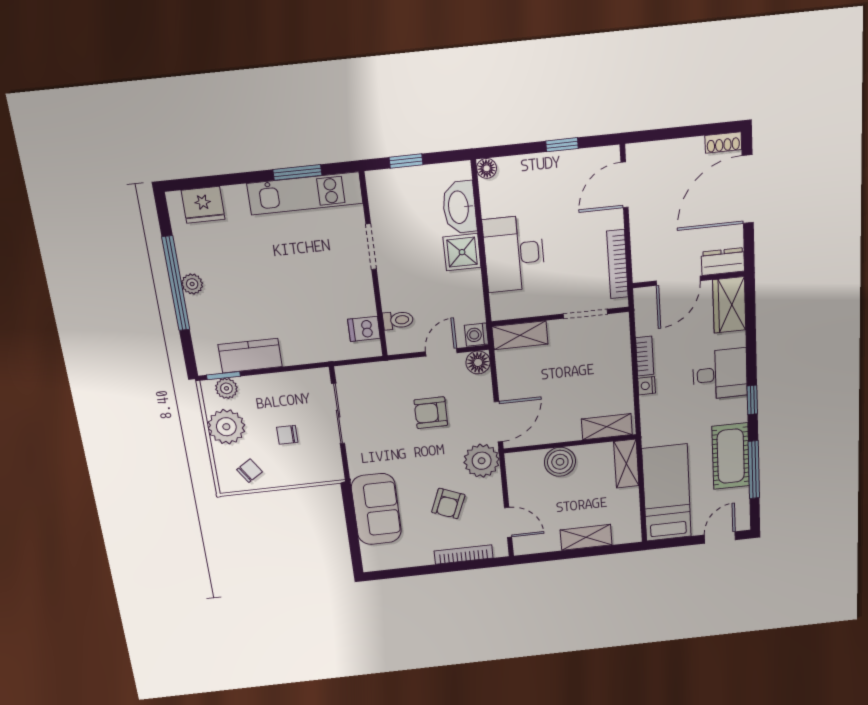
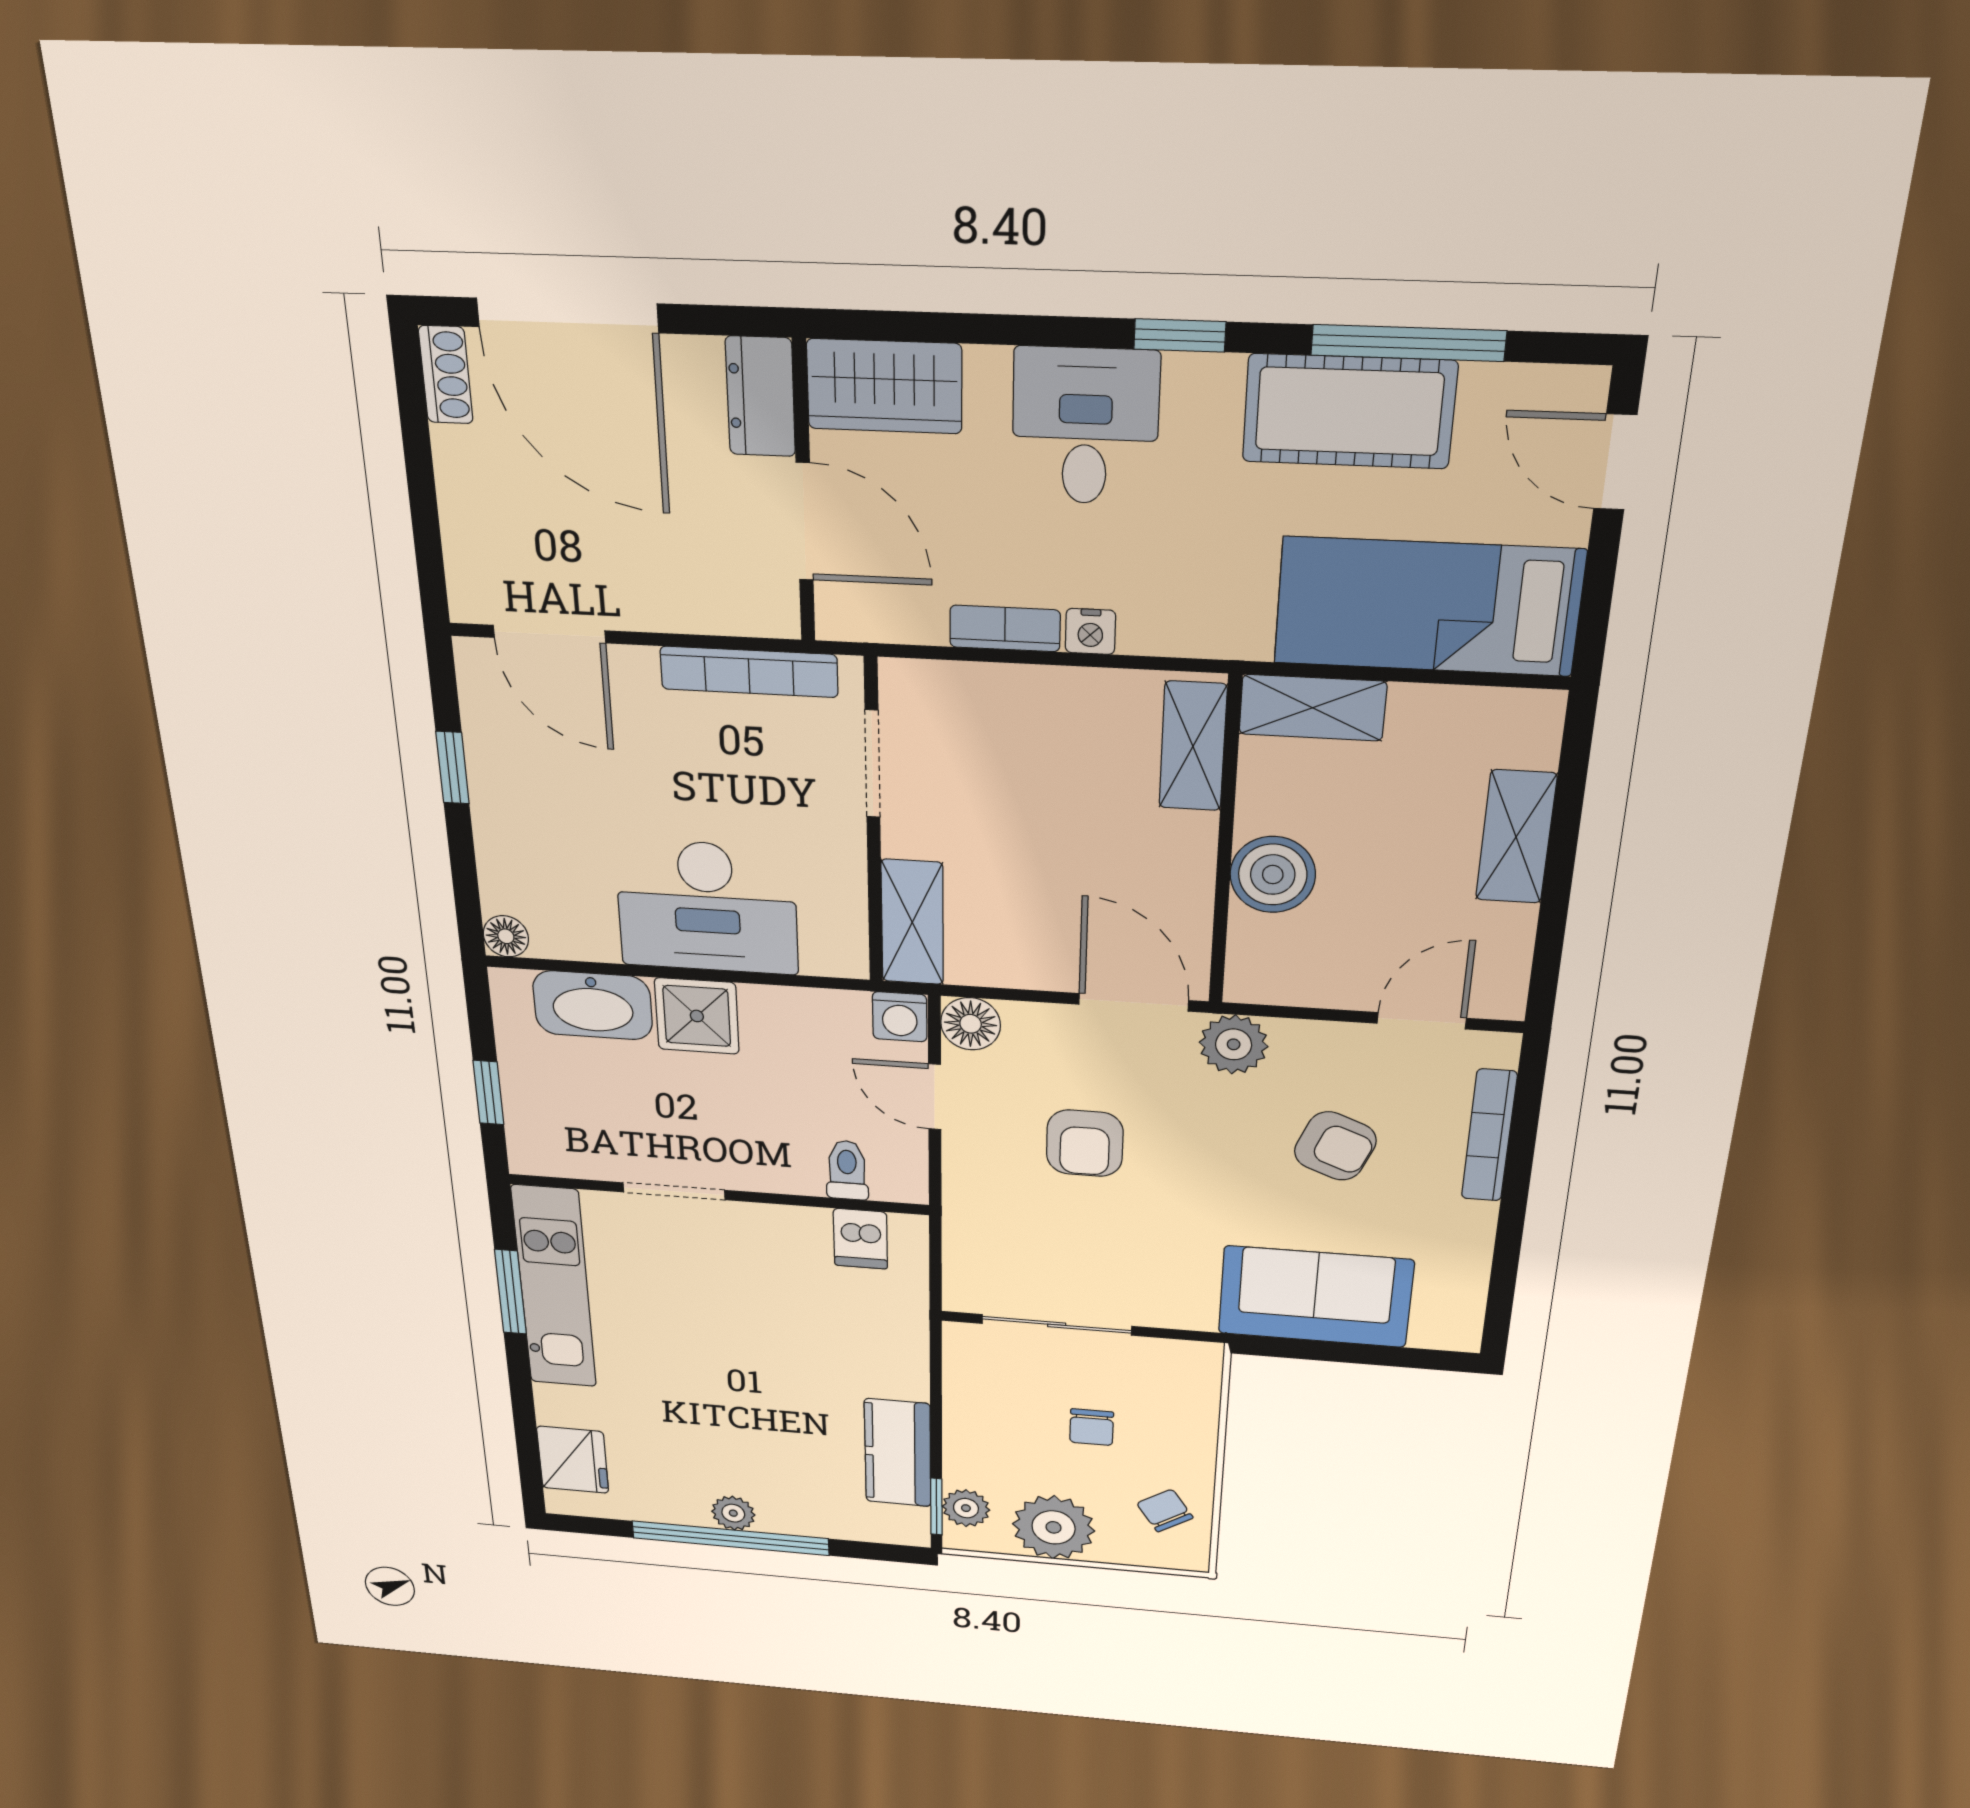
plant: (482, 461) -> (1234, 1044), width x0.73, depth x0.73

